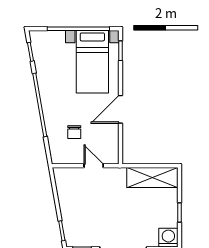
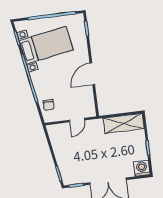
bed with nightstands: (92, 62) -> (46, 45), moved, turned -100
chair: (74, 132) -> (49, 105), moved
door: (94, 166) -> (77, 120), swing flipped

